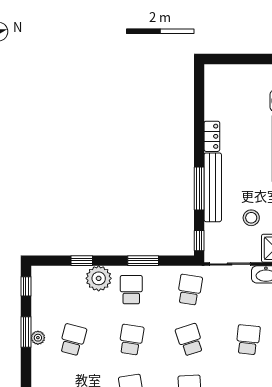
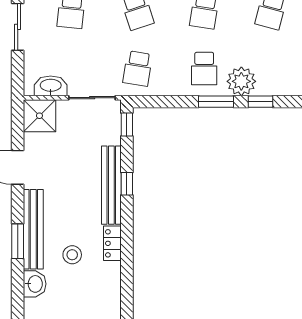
window: (199, 189) -> (127, 184), width x0.46
stool: (251, 218) -> (72, 255), moved
window: (143, 261) -> (216, 102), moved

